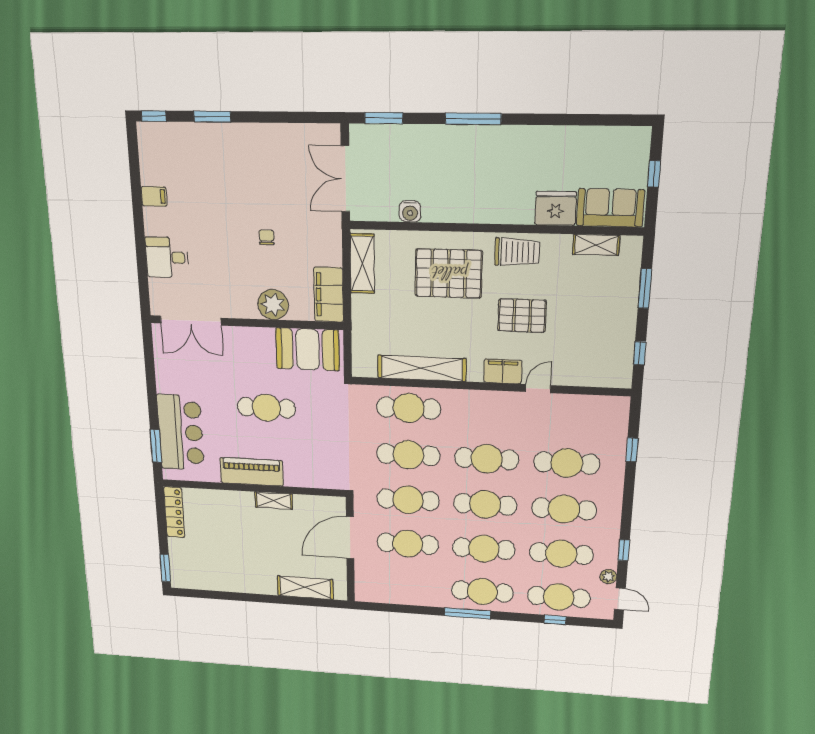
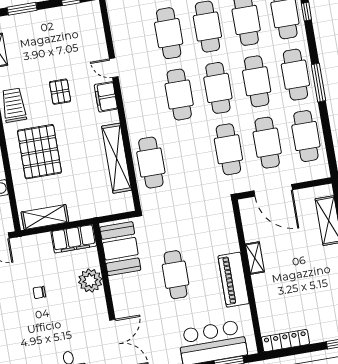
pallet: (522, 316) -> (60, 92), width x0.67, depth x0.71
cafe table: (408, 455) -> (306, 136), moved

